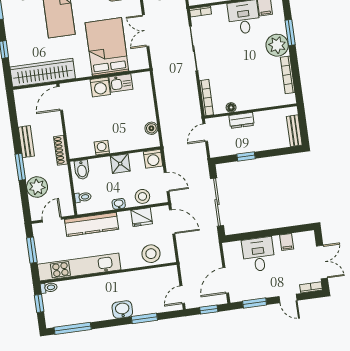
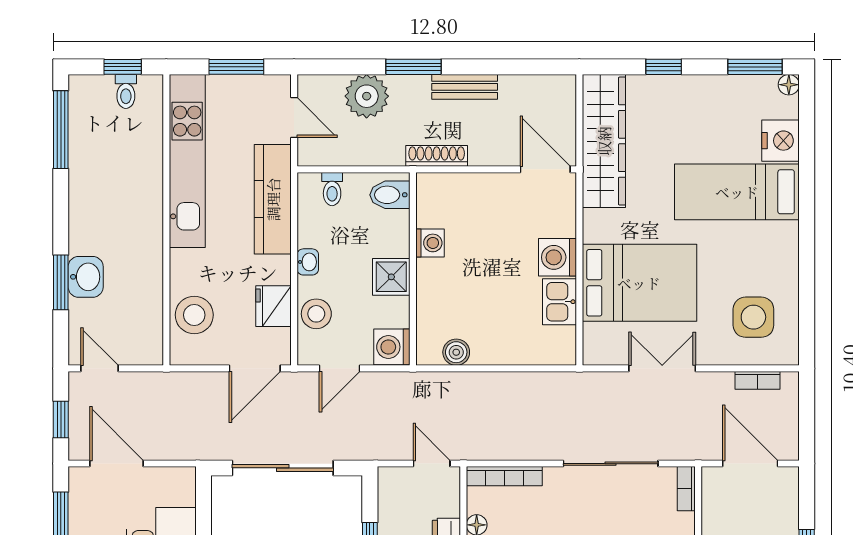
toilet: (49, 288) -> (126, 91), moved
washbasin: (122, 310) -> (86, 277), moved

